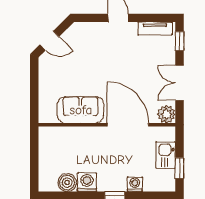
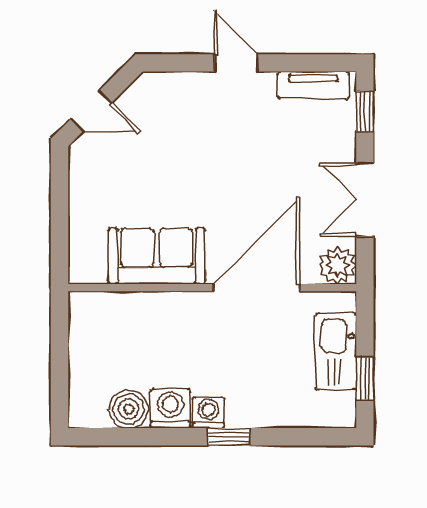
door: (128, 125) -> (256, 288), hinge flipped
kitchen sink: (166, 155) -> (336, 351), width x1.38
washing machine: (135, 184) -> (208, 413), moved

